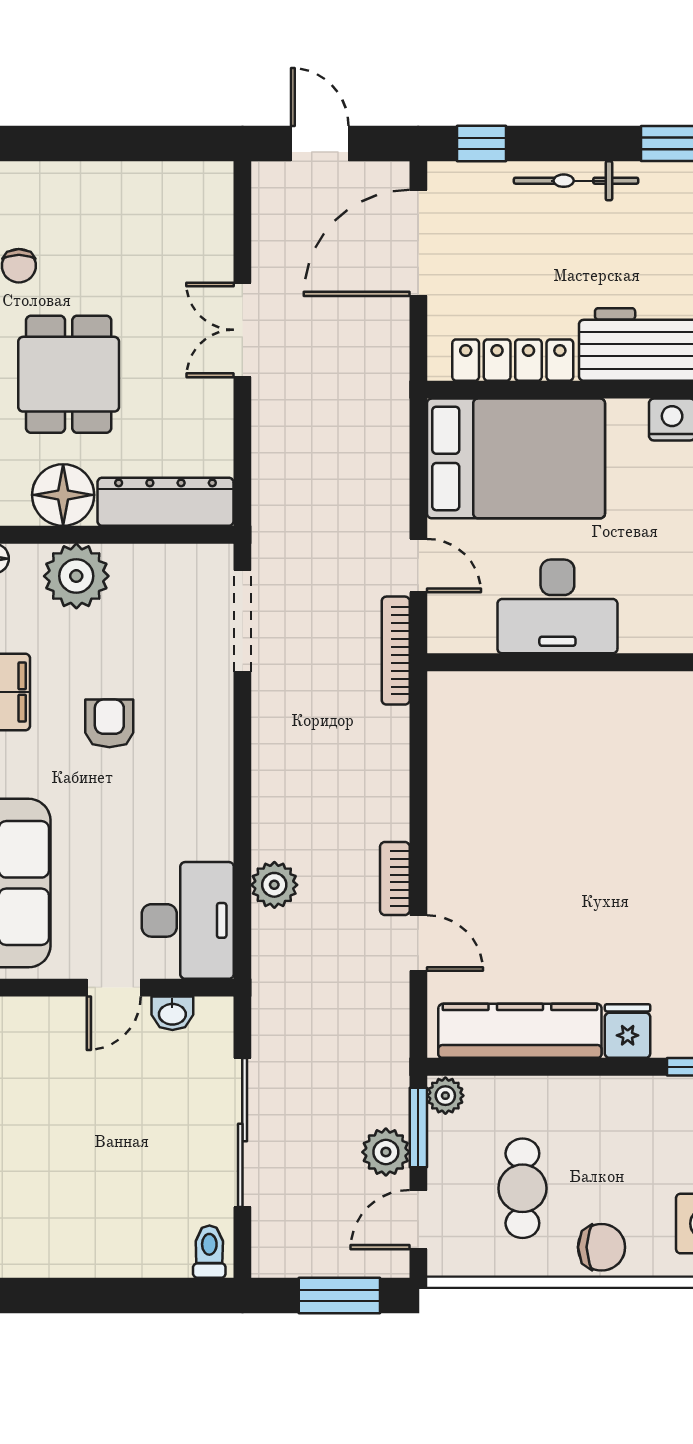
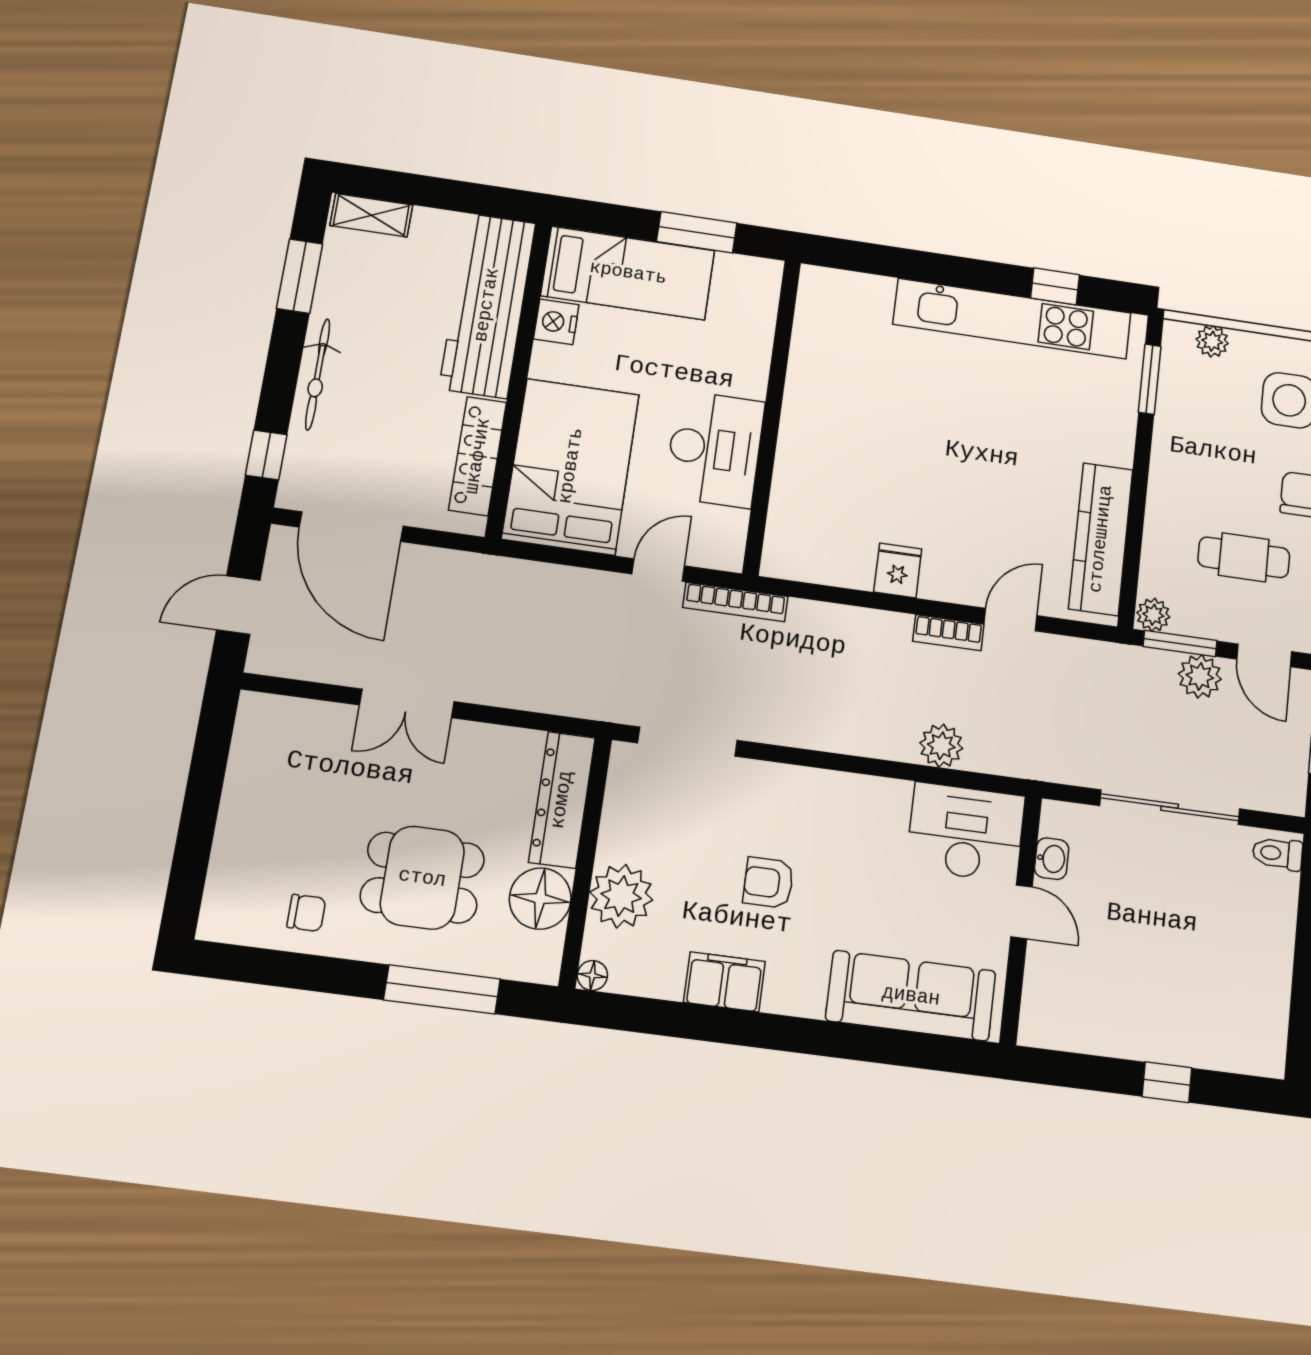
fridge: (628, 1031) -> (898, 570), moved, turned 90

